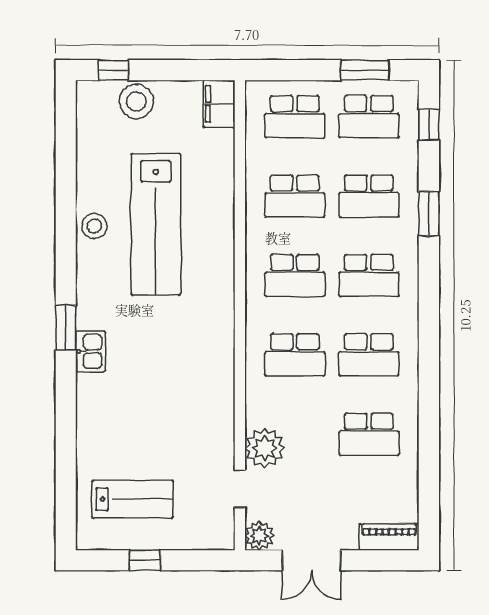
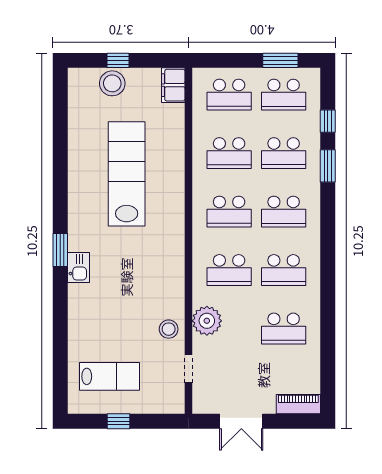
window: (114, 70) -> (118, 60), moved
window: (429, 125) -> (328, 121), moved
lab bench: (156, 224) -> (127, 174), turned 180
stool: (94, 226) -> (169, 329), moved
plant: (265, 448) -> (207, 321), moved
plant: (259, 536) -> (203, 403), removed

